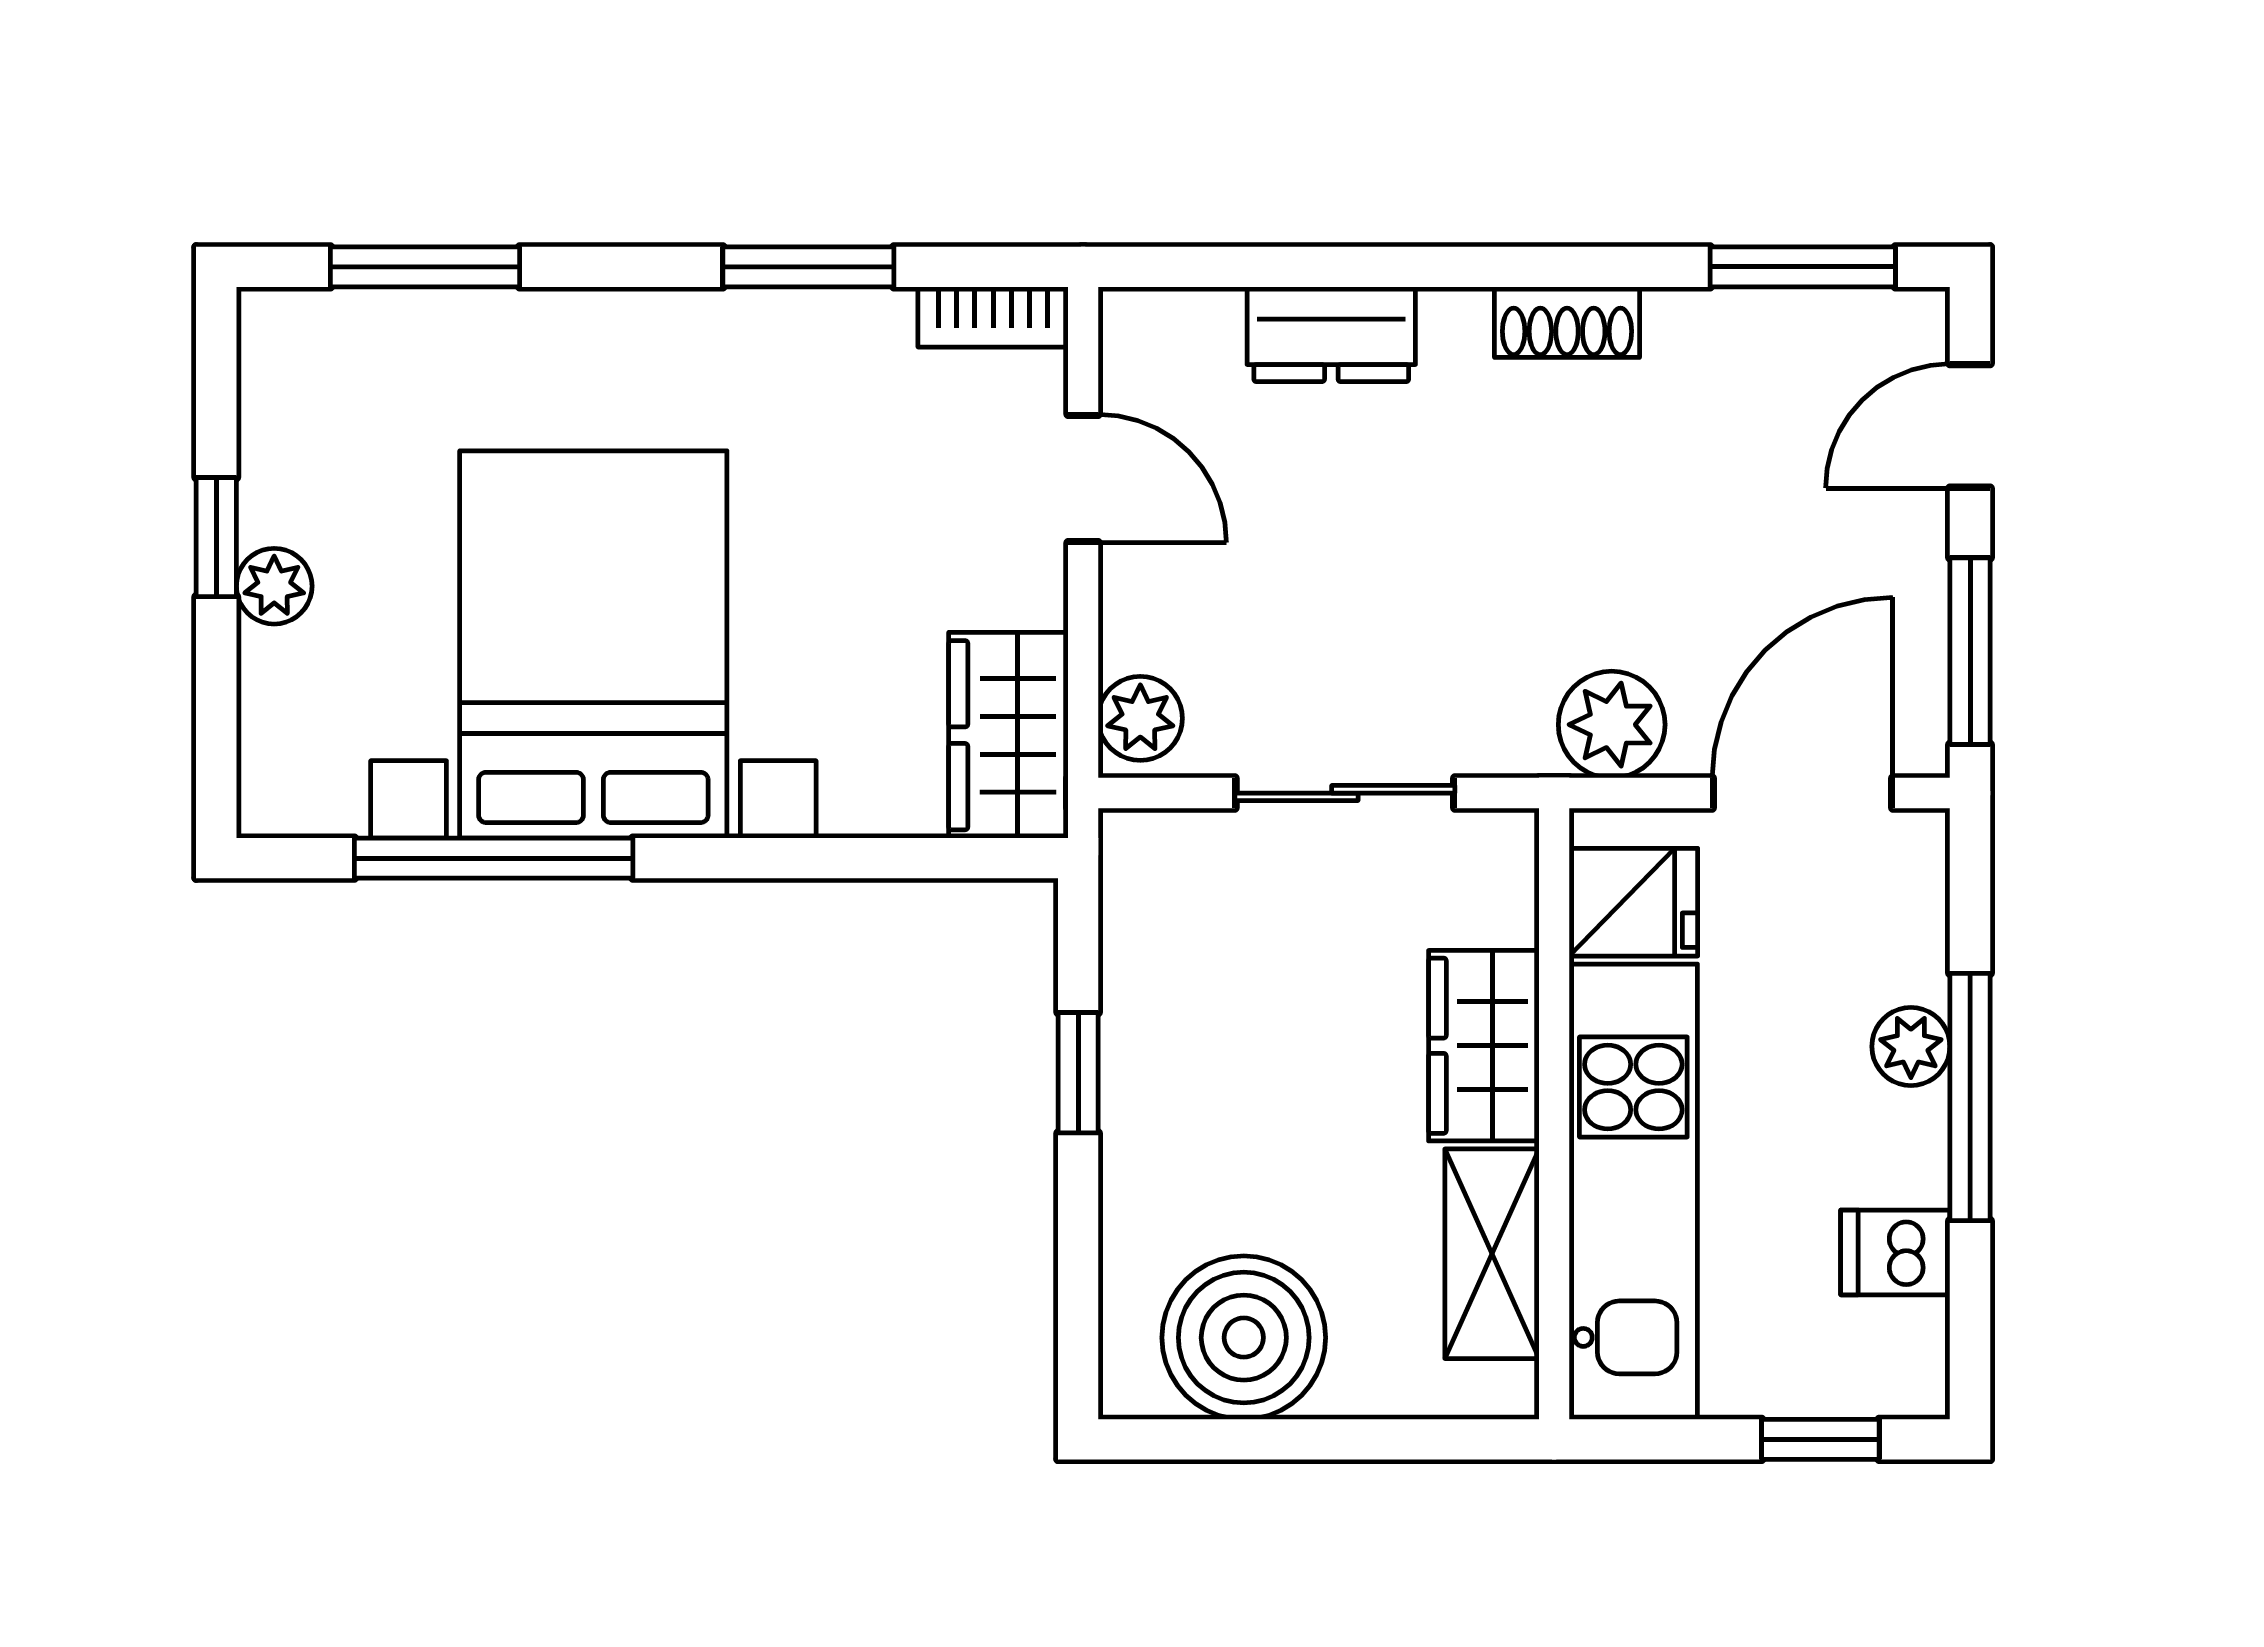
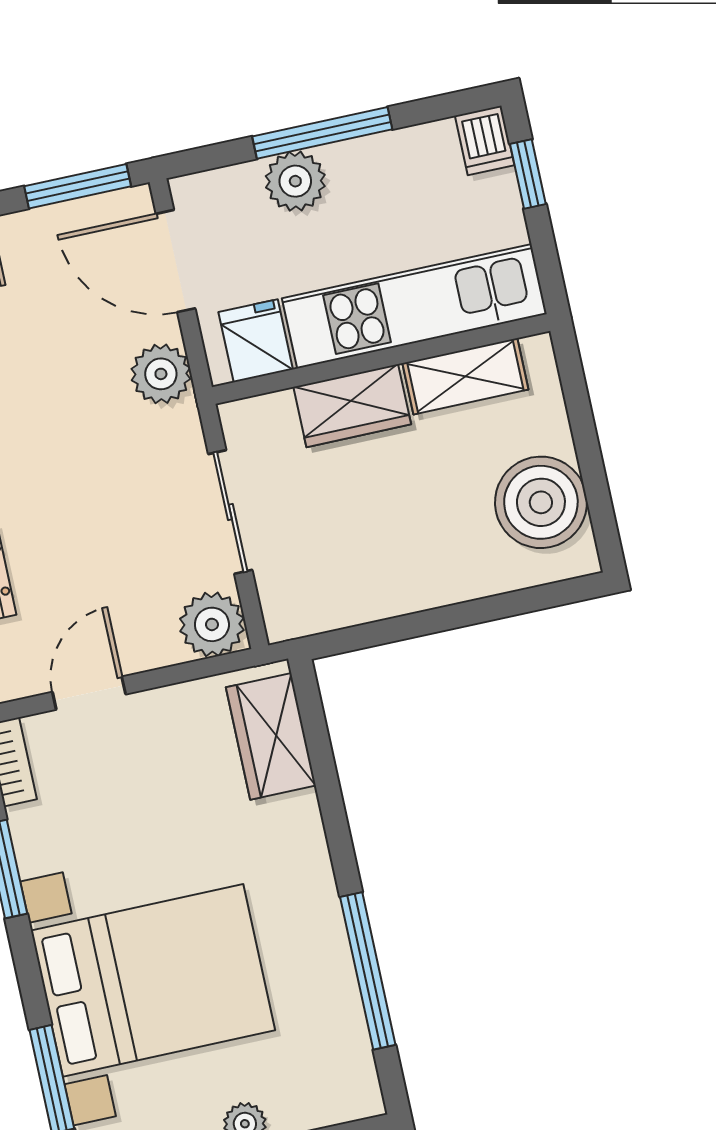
bed with nightstands: (593, 644) -> (153, 980), moved, turned 180
plant: (1140, 718) -> (212, 624), width x1.38, depth x1.38
wardrobe: (1008, 735) -> (271, 736), moved, turned 90
plant: (1911, 1046) -> (295, 181), width x1.38, depth x1.38
window: (1078, 1073) -> (416, 625), removed
dishwasher: (1895, 1252) -> (485, 140), moved

